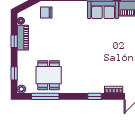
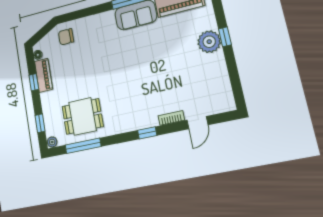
dining table: (49, 75) -> (83, 116), turned 90

